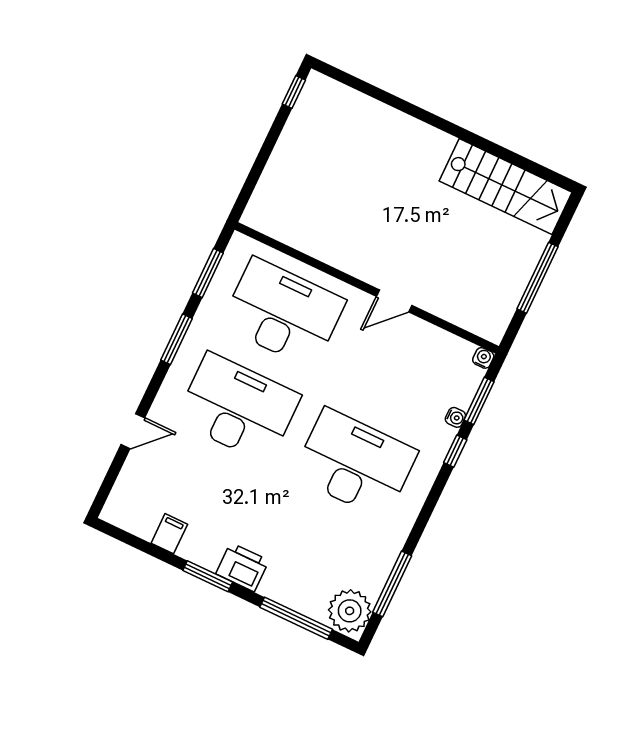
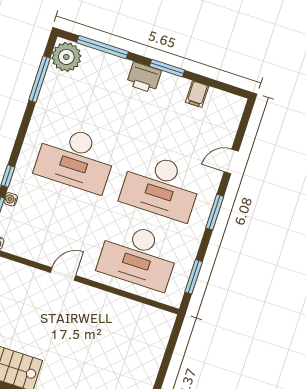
window: (176, 339) -> (215, 212), moved

